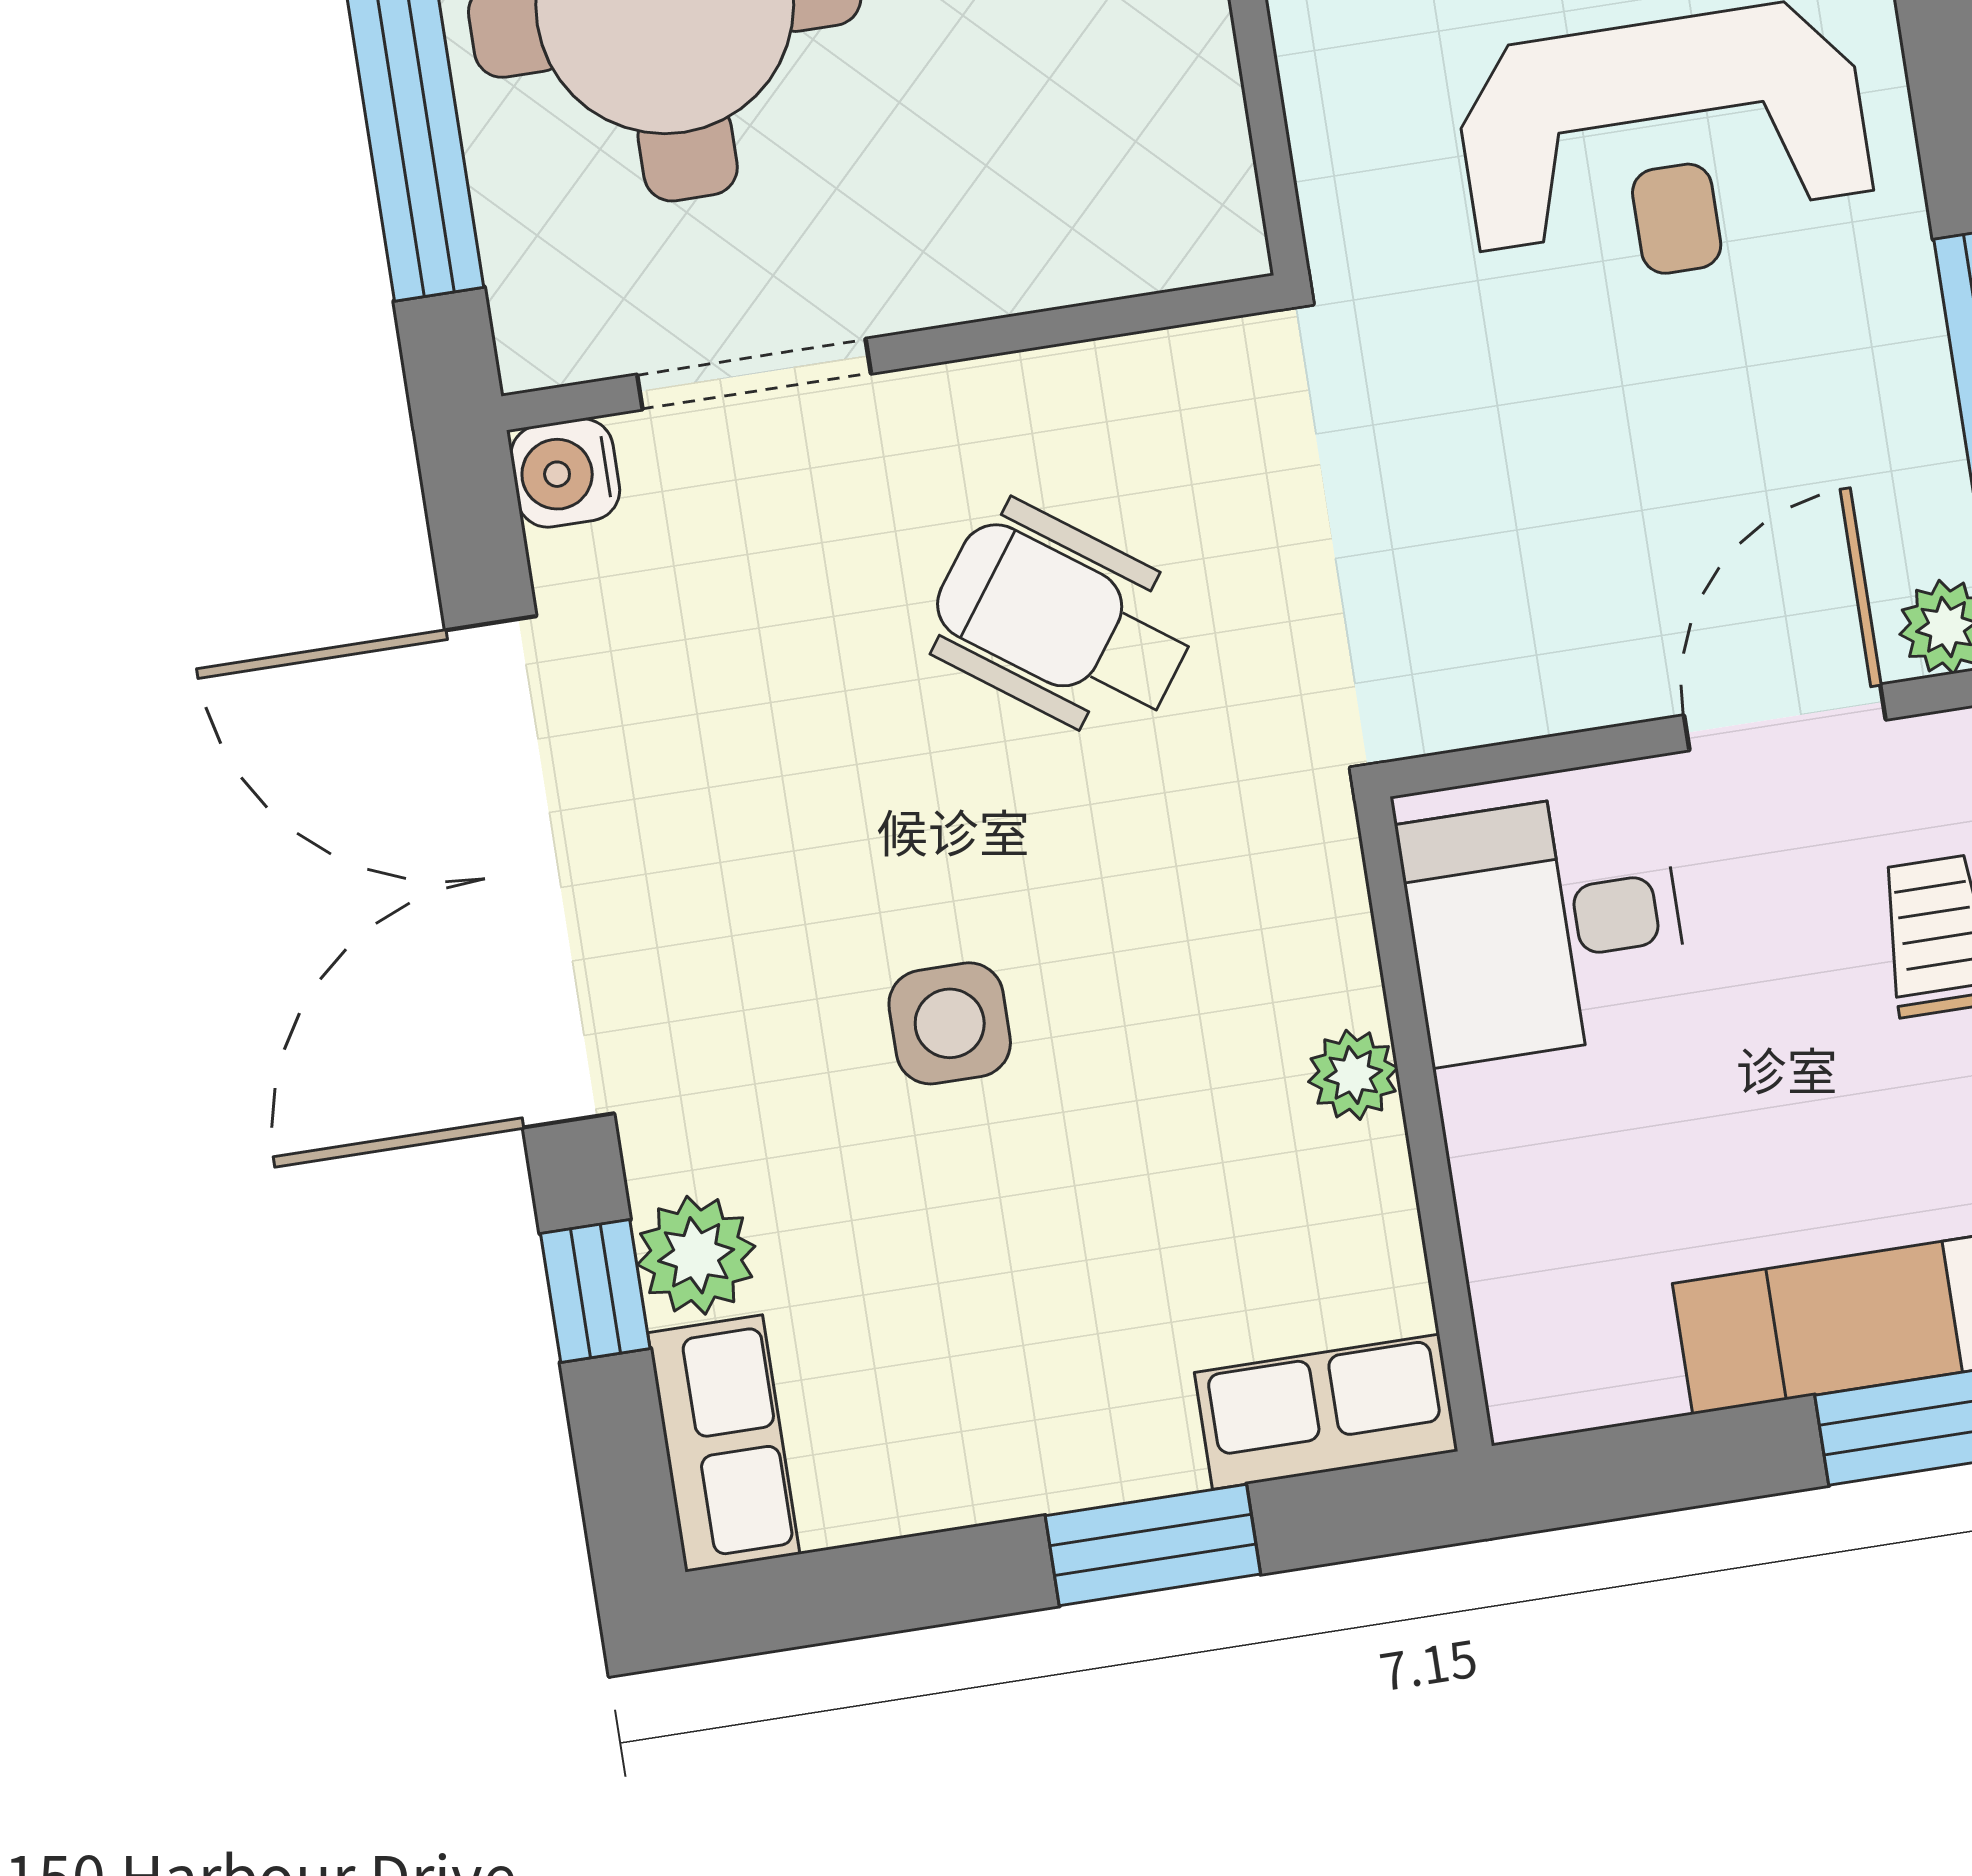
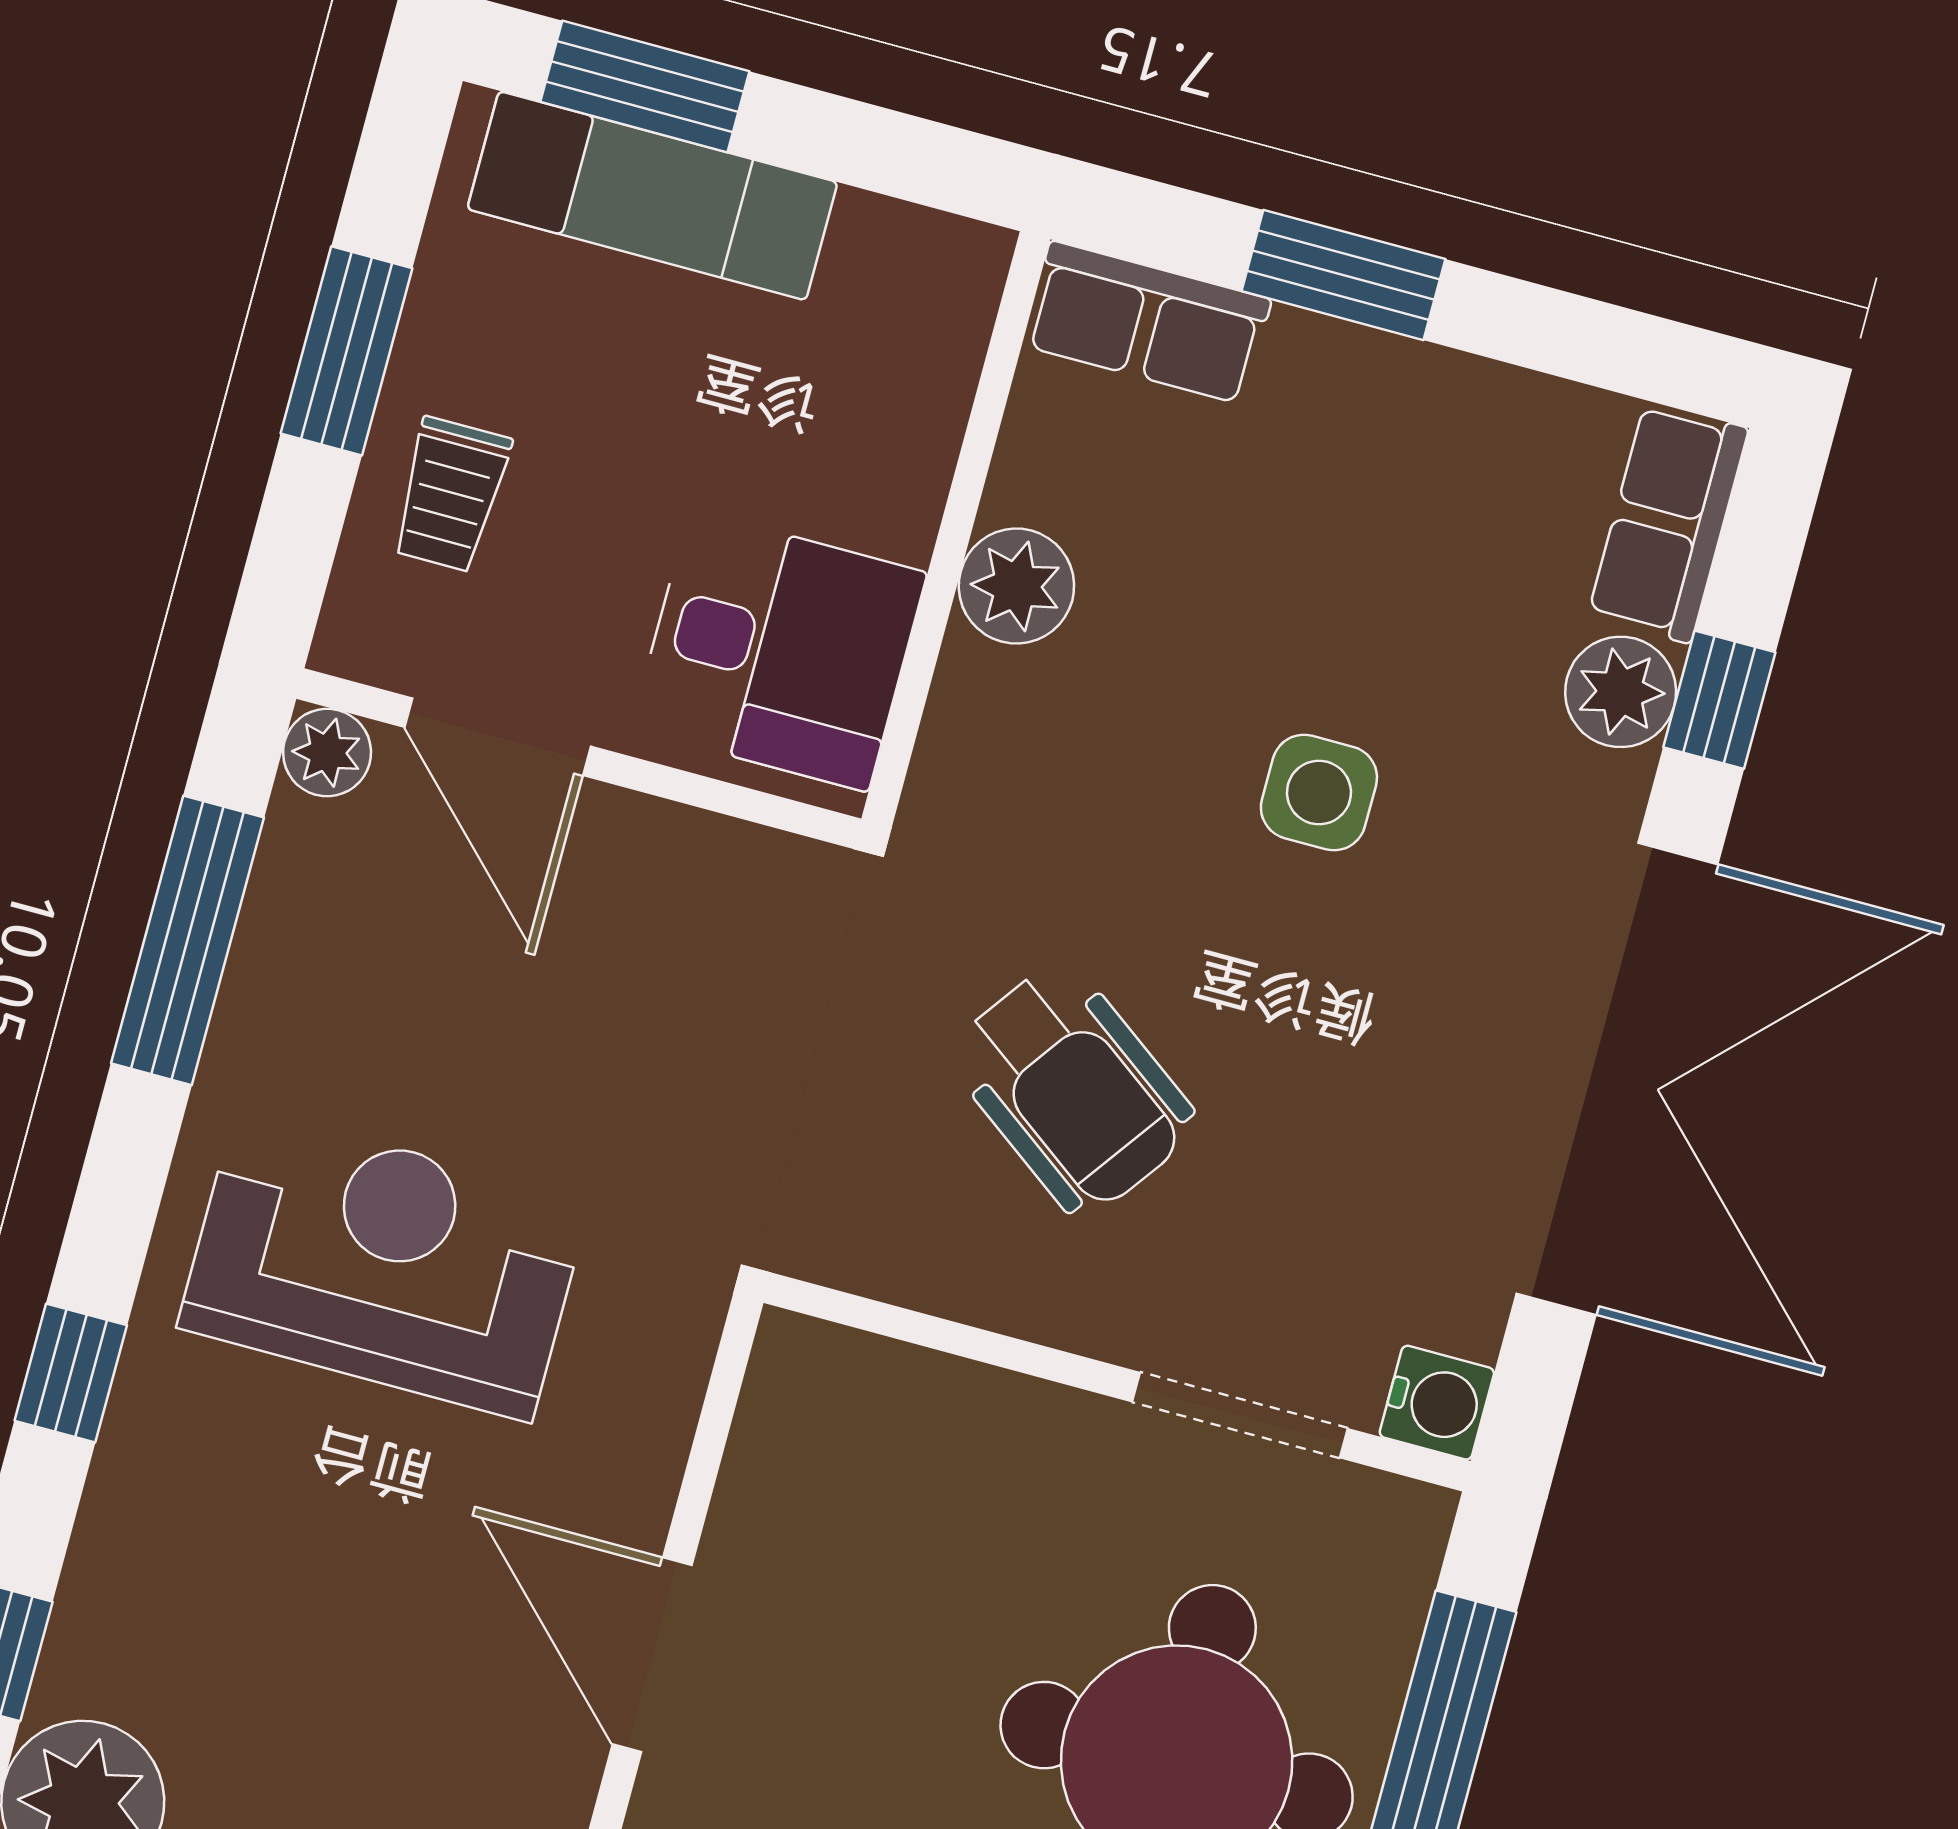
door: (1785, 717) -> (498, 737), hinge flipped
plant: (1353, 1075) -> (1016, 586), width x1.38, depth x1.38

